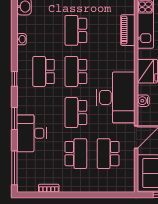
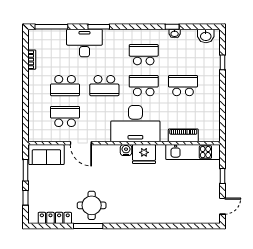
window: (14, 79) -> (172, 27), moved
desk: (116, 97) -> (135, 124), moved
water cooler: (143, 101) -> (126, 150), moved
school desk: (76, 113) -> (104, 86), turned 180

